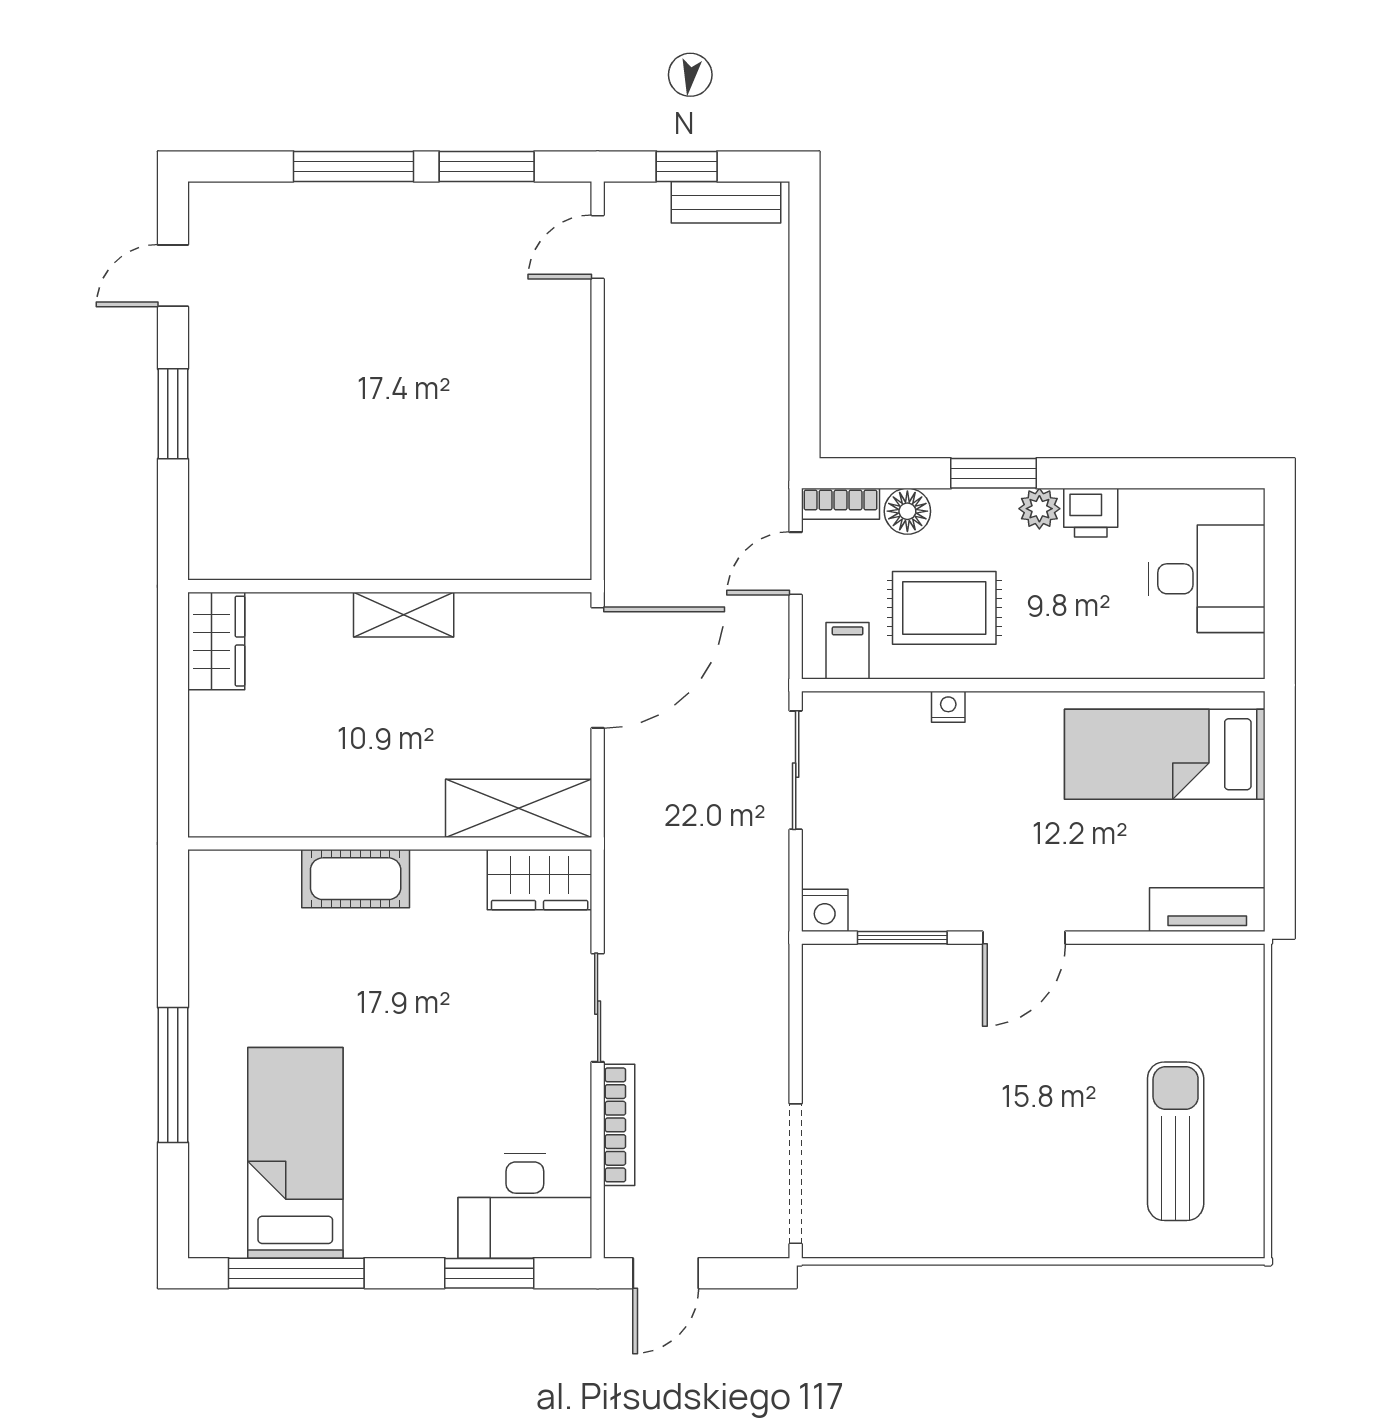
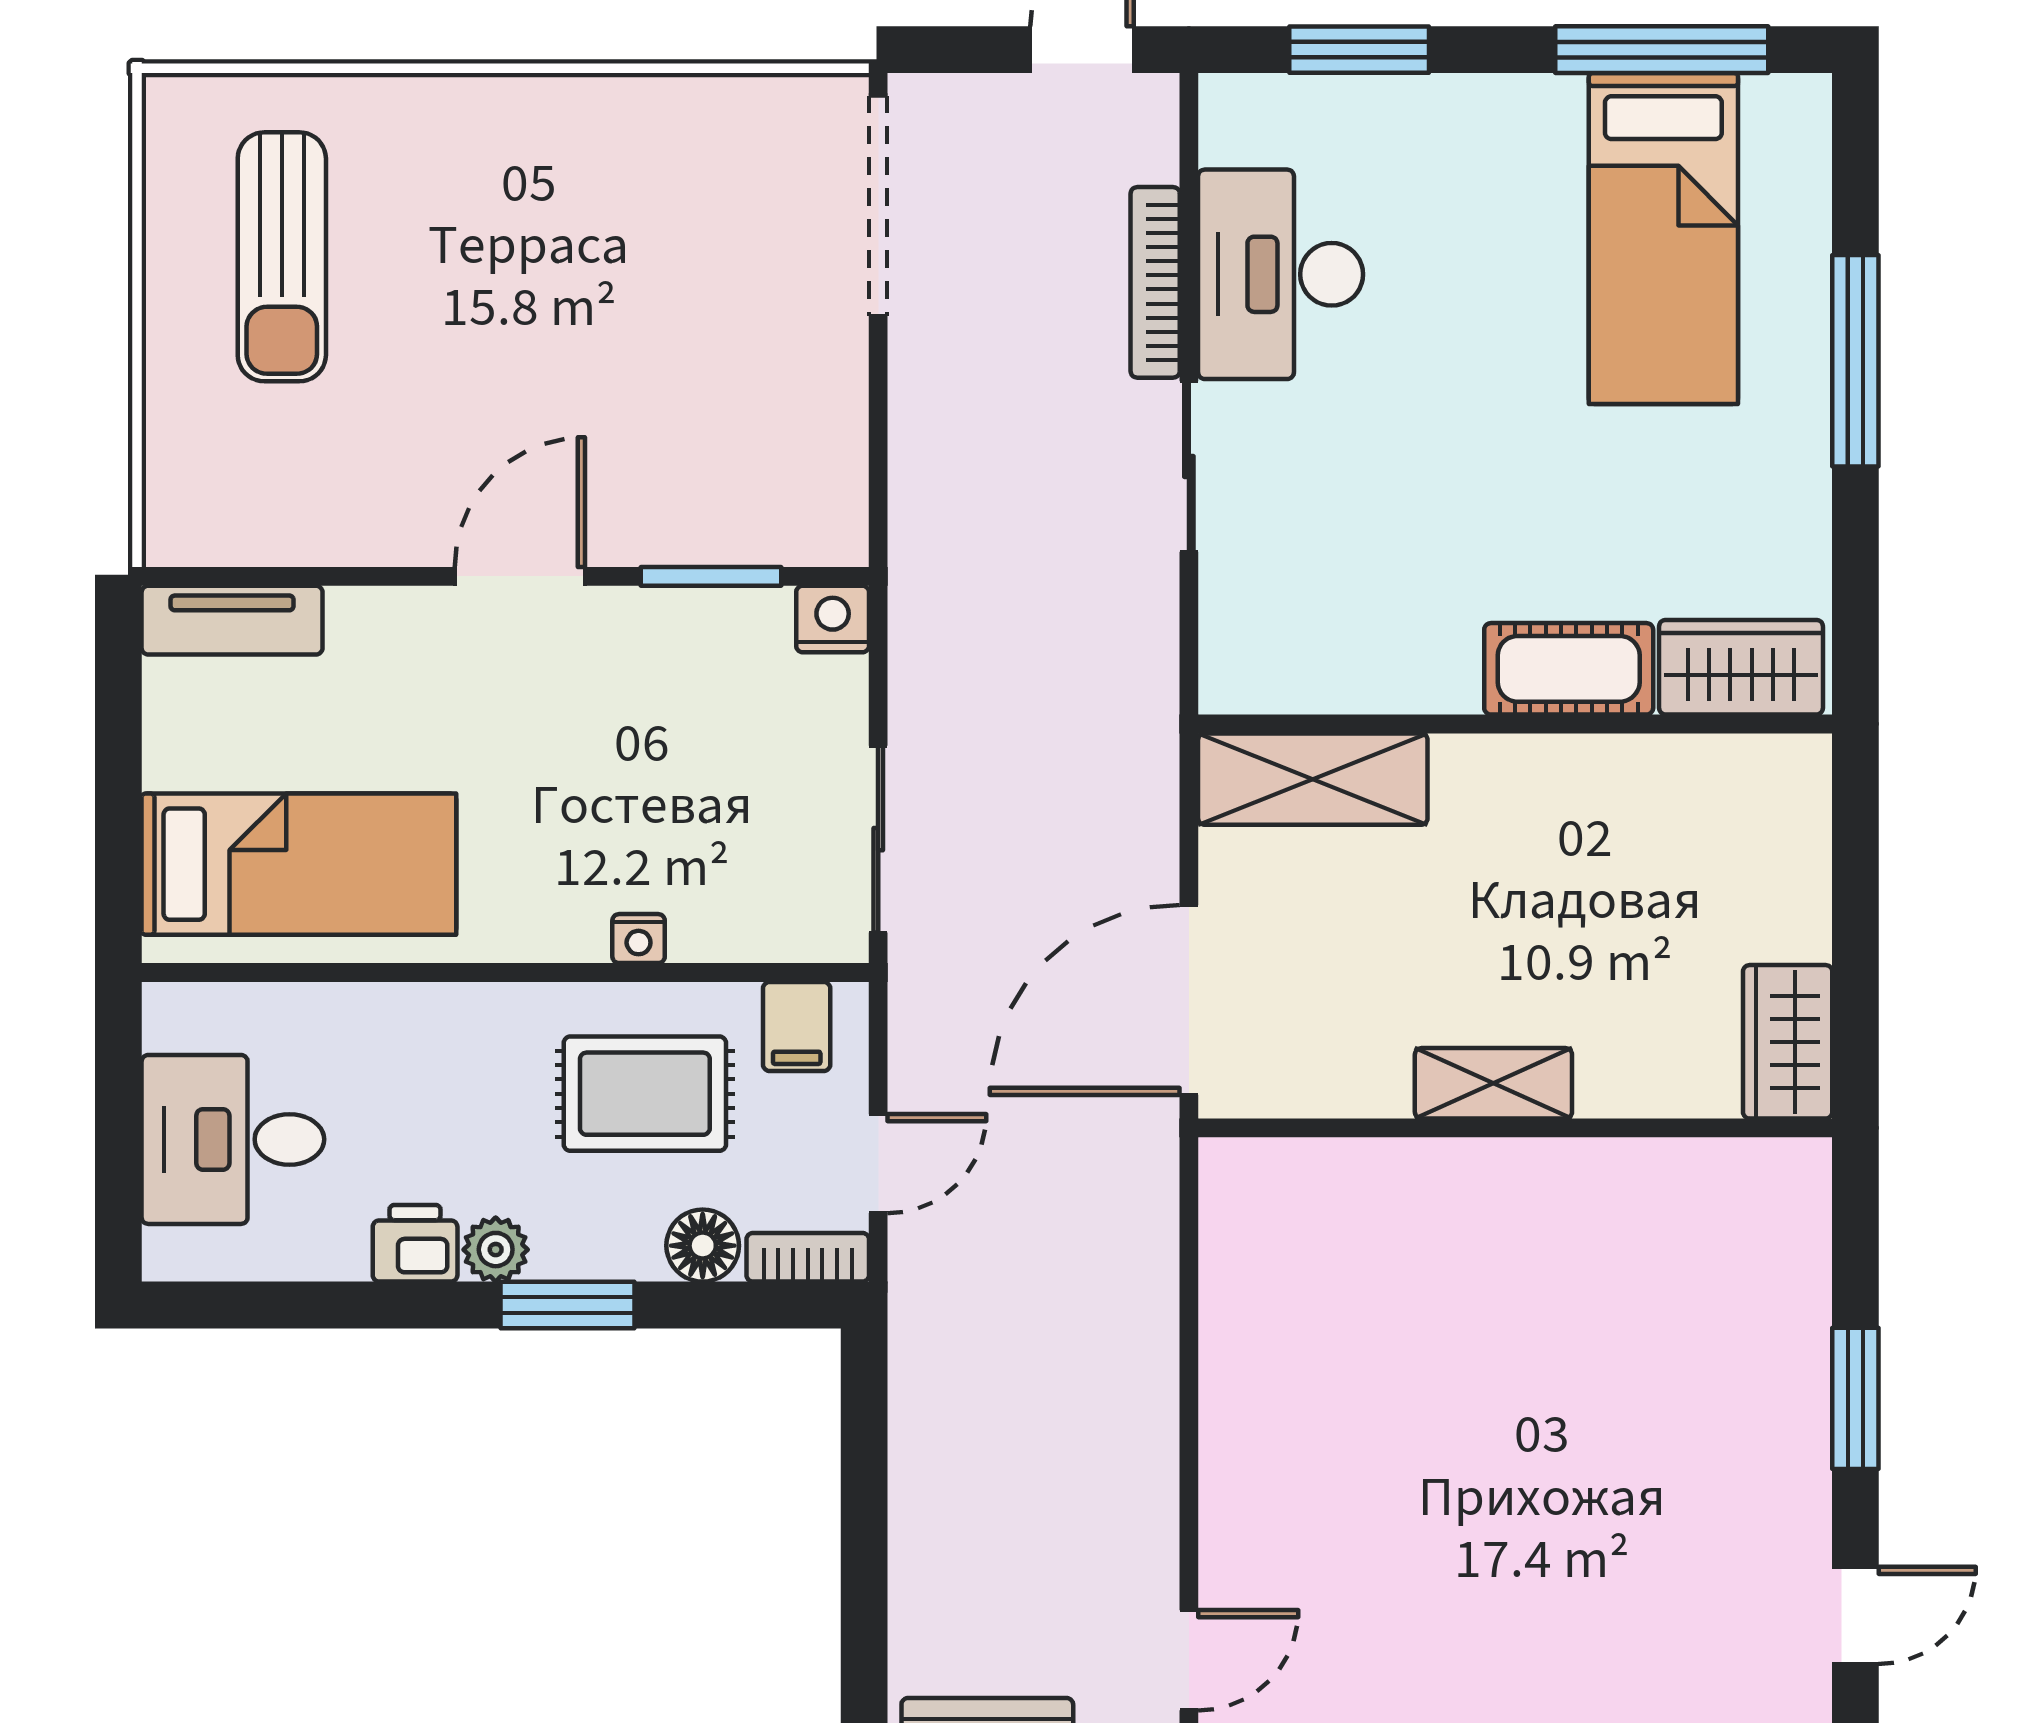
wardrobe: (540, 880) -> (1741, 667), moved
desk: (525, 1206) -> (1281, 274), moved, turned -90

